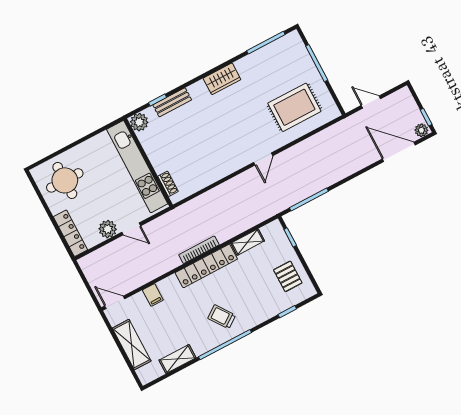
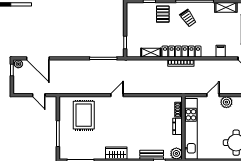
rug: (294, 107) -> (84, 115), turned 90
dresser: (157, 160) -> (178, 126), added
door: (131, 229) -> (213, 95), hinge flipped
pallet: (288, 276) -> (163, 14), moved

